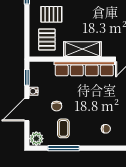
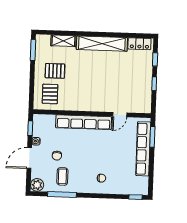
shelving: (82, 49) -> (82, 104), removed

